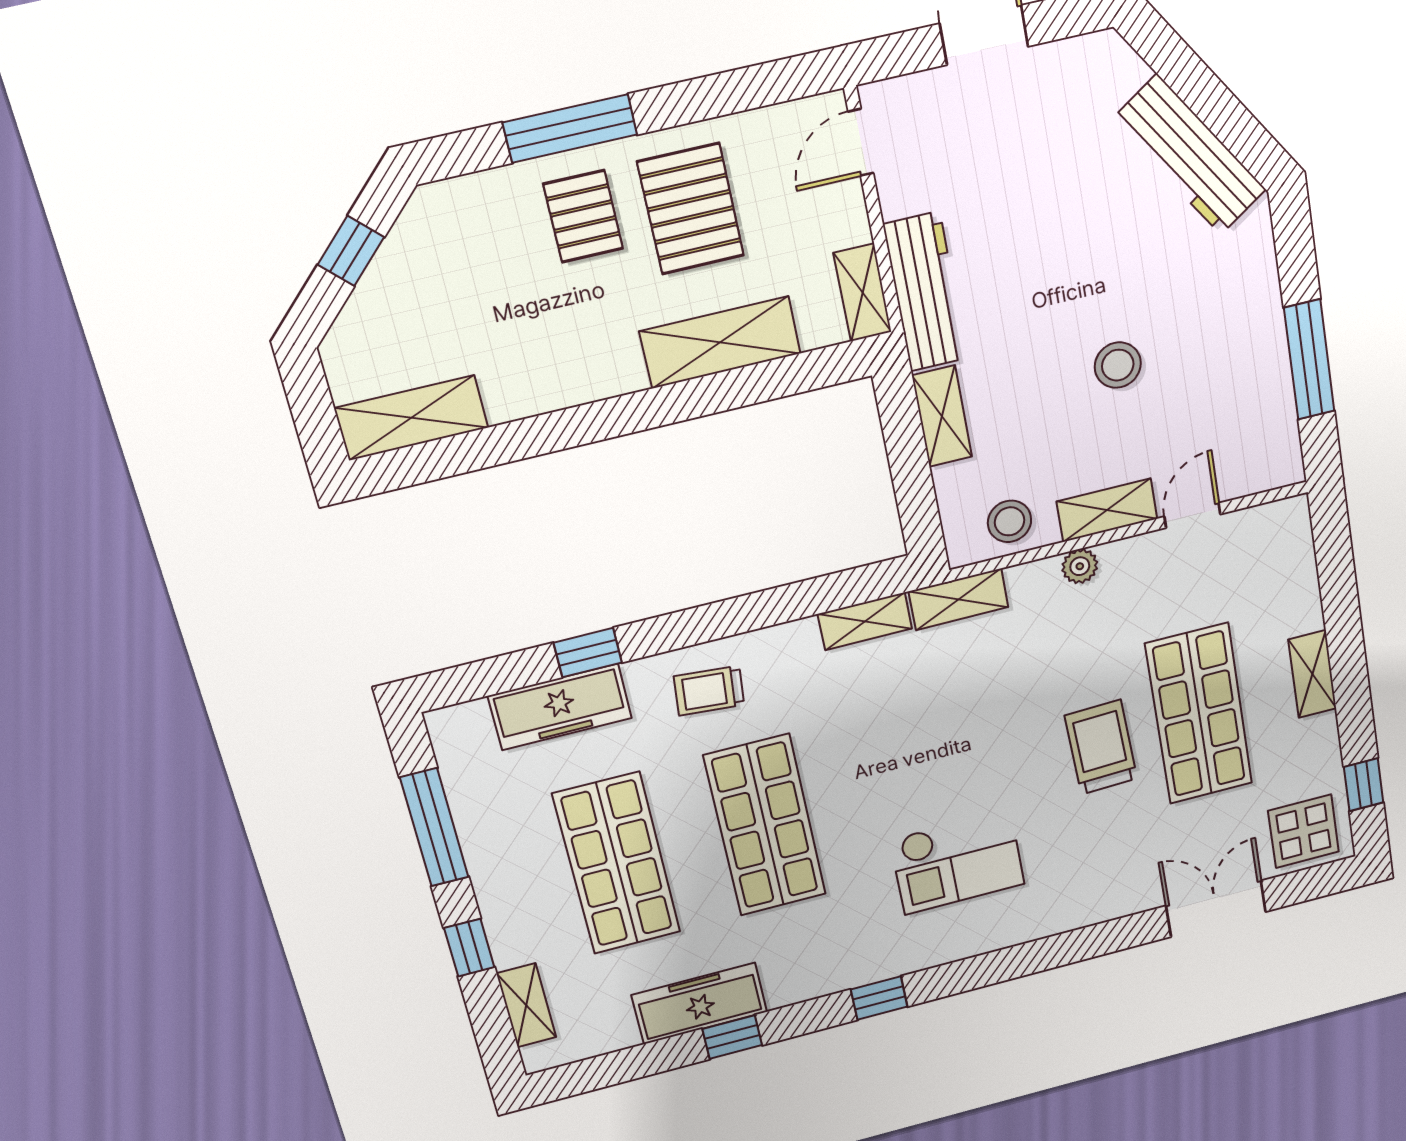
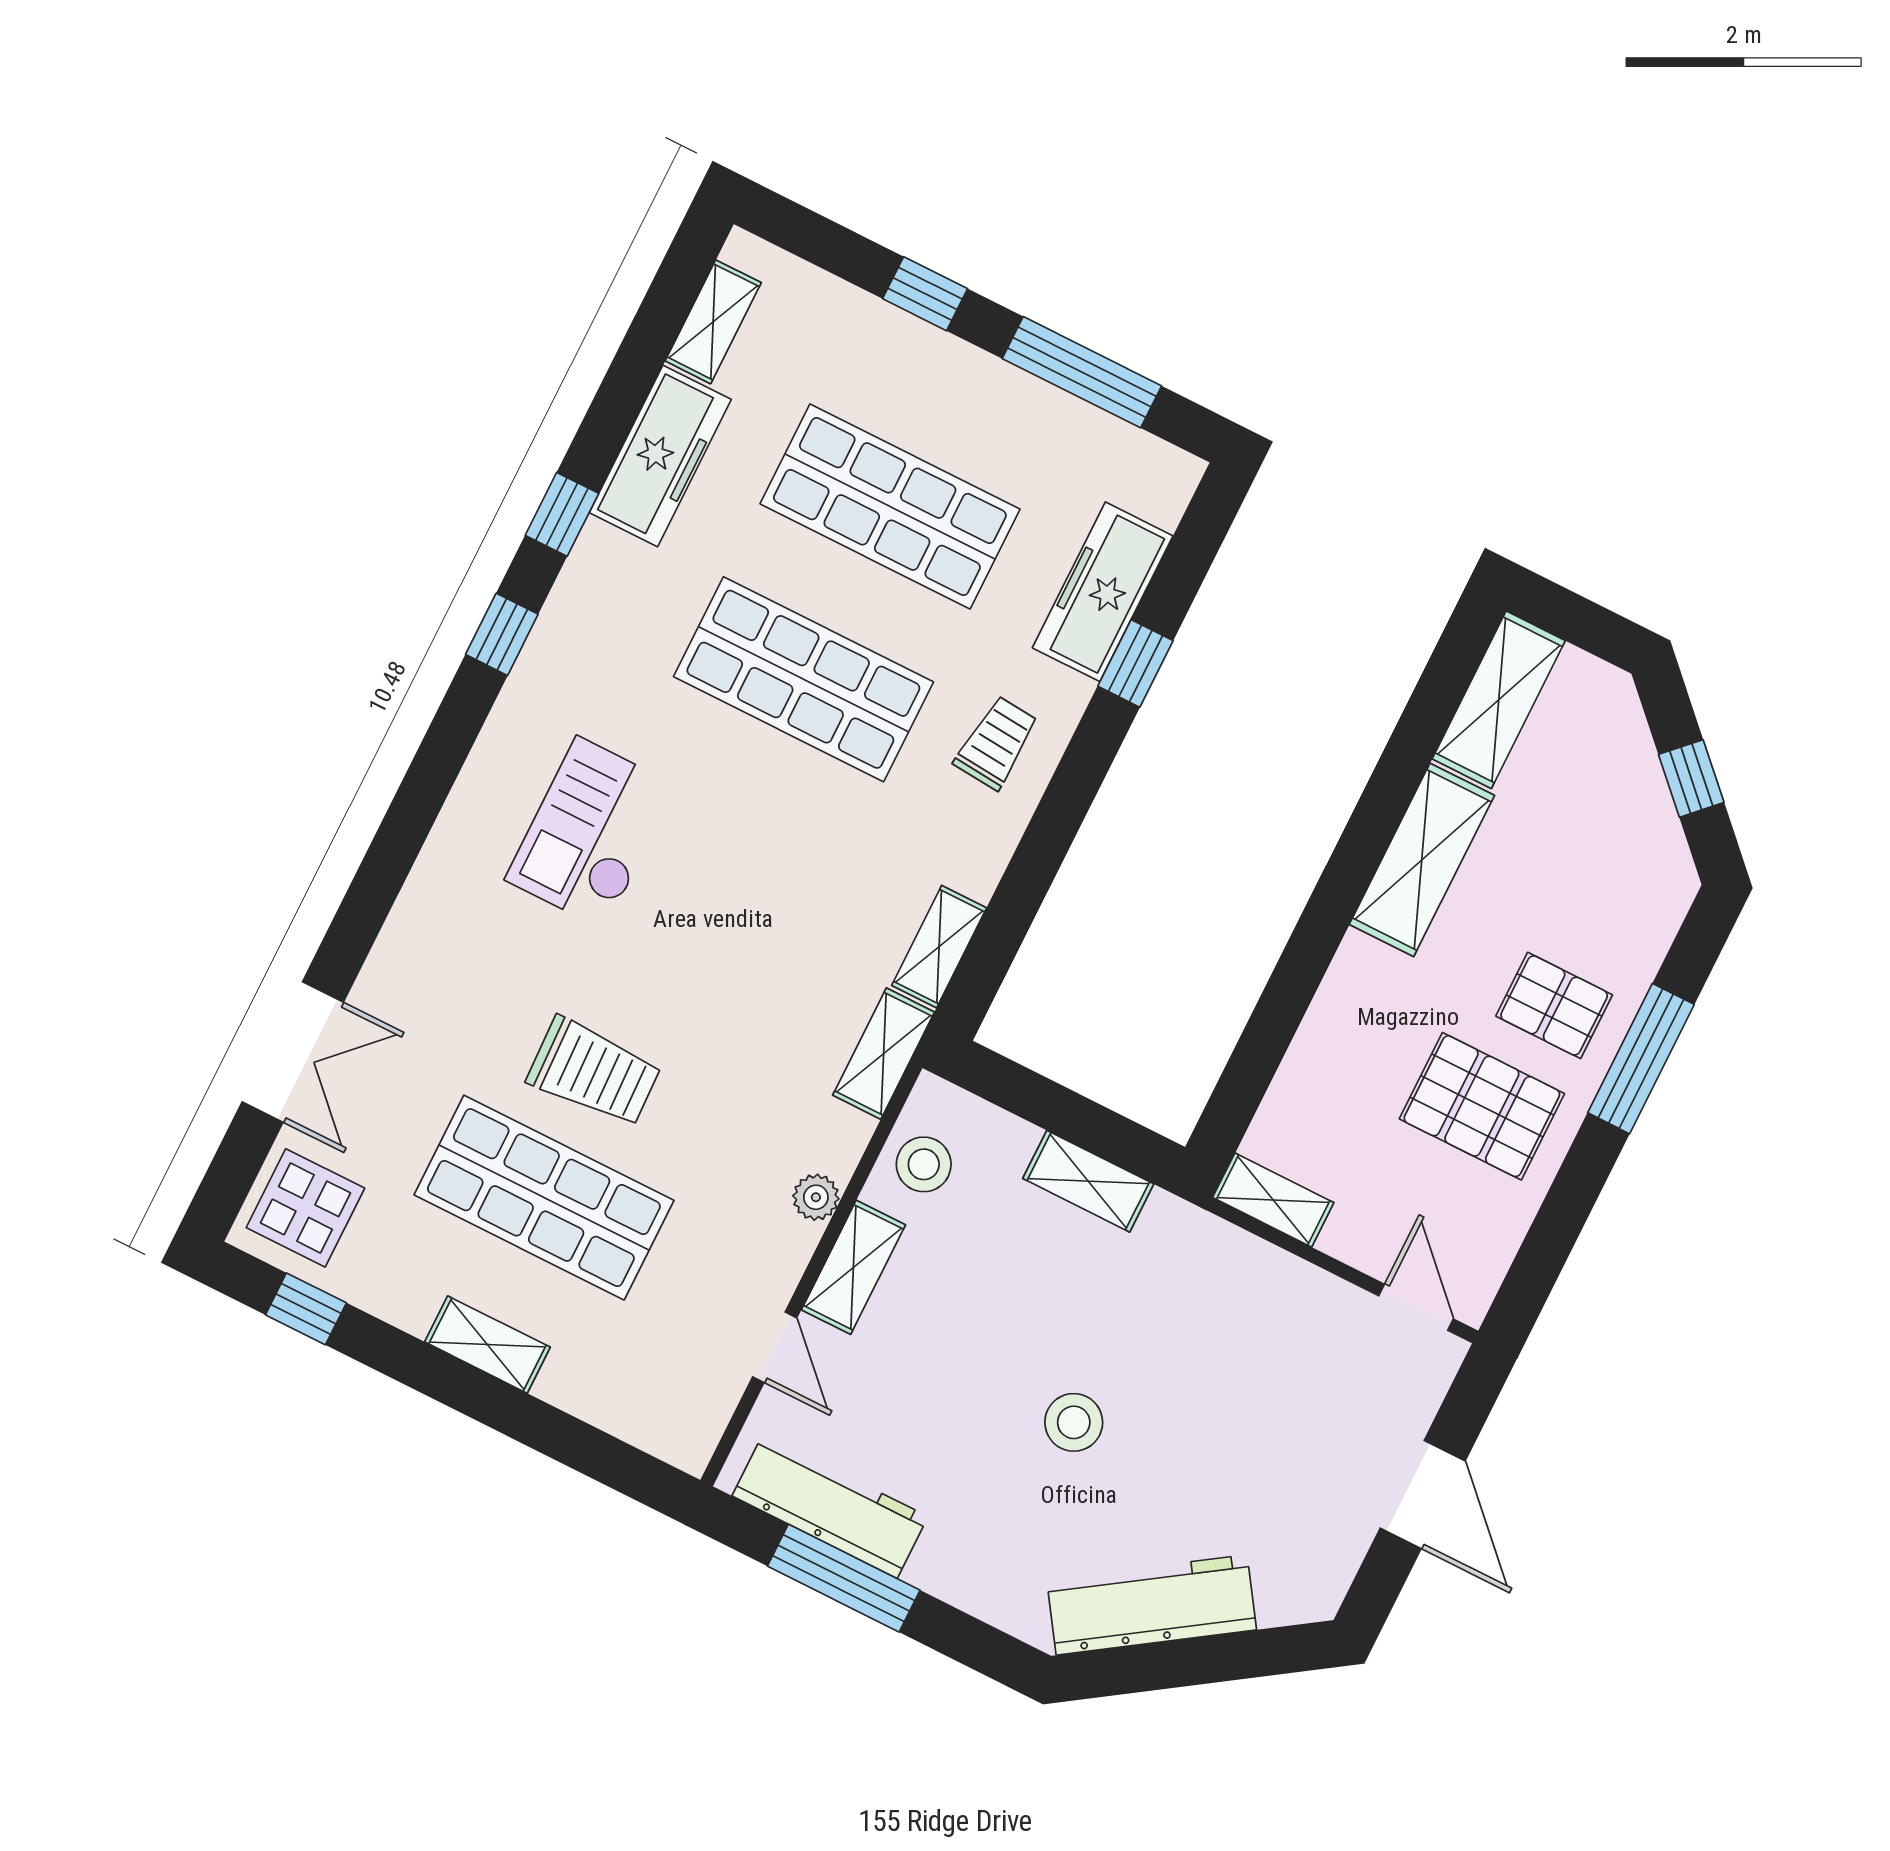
workbench: (925, 292) -> (830, 1506), moved, turned 180
shelving: (720, 342) -> (1422, 860), moved
stool: (1118, 365) -> (1074, 1422), moved
shelving: (526, 1005) -> (713, 322), moved, turned 90
window: (732, 1037) -> (562, 514), moved

